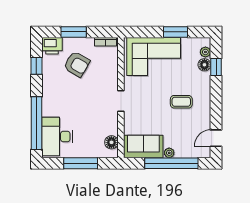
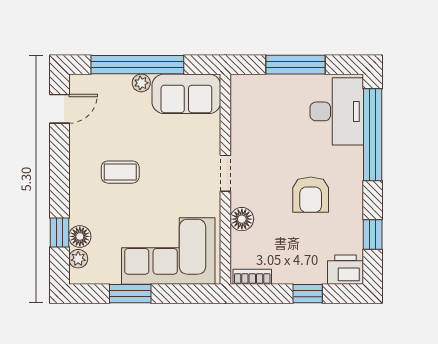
window: (74, 32) -> (308, 294), width x0.67
armchair: (77, 64) -> (311, 195), moved, turned -120
floor lamp: (111, 142) -> (242, 219), moved

